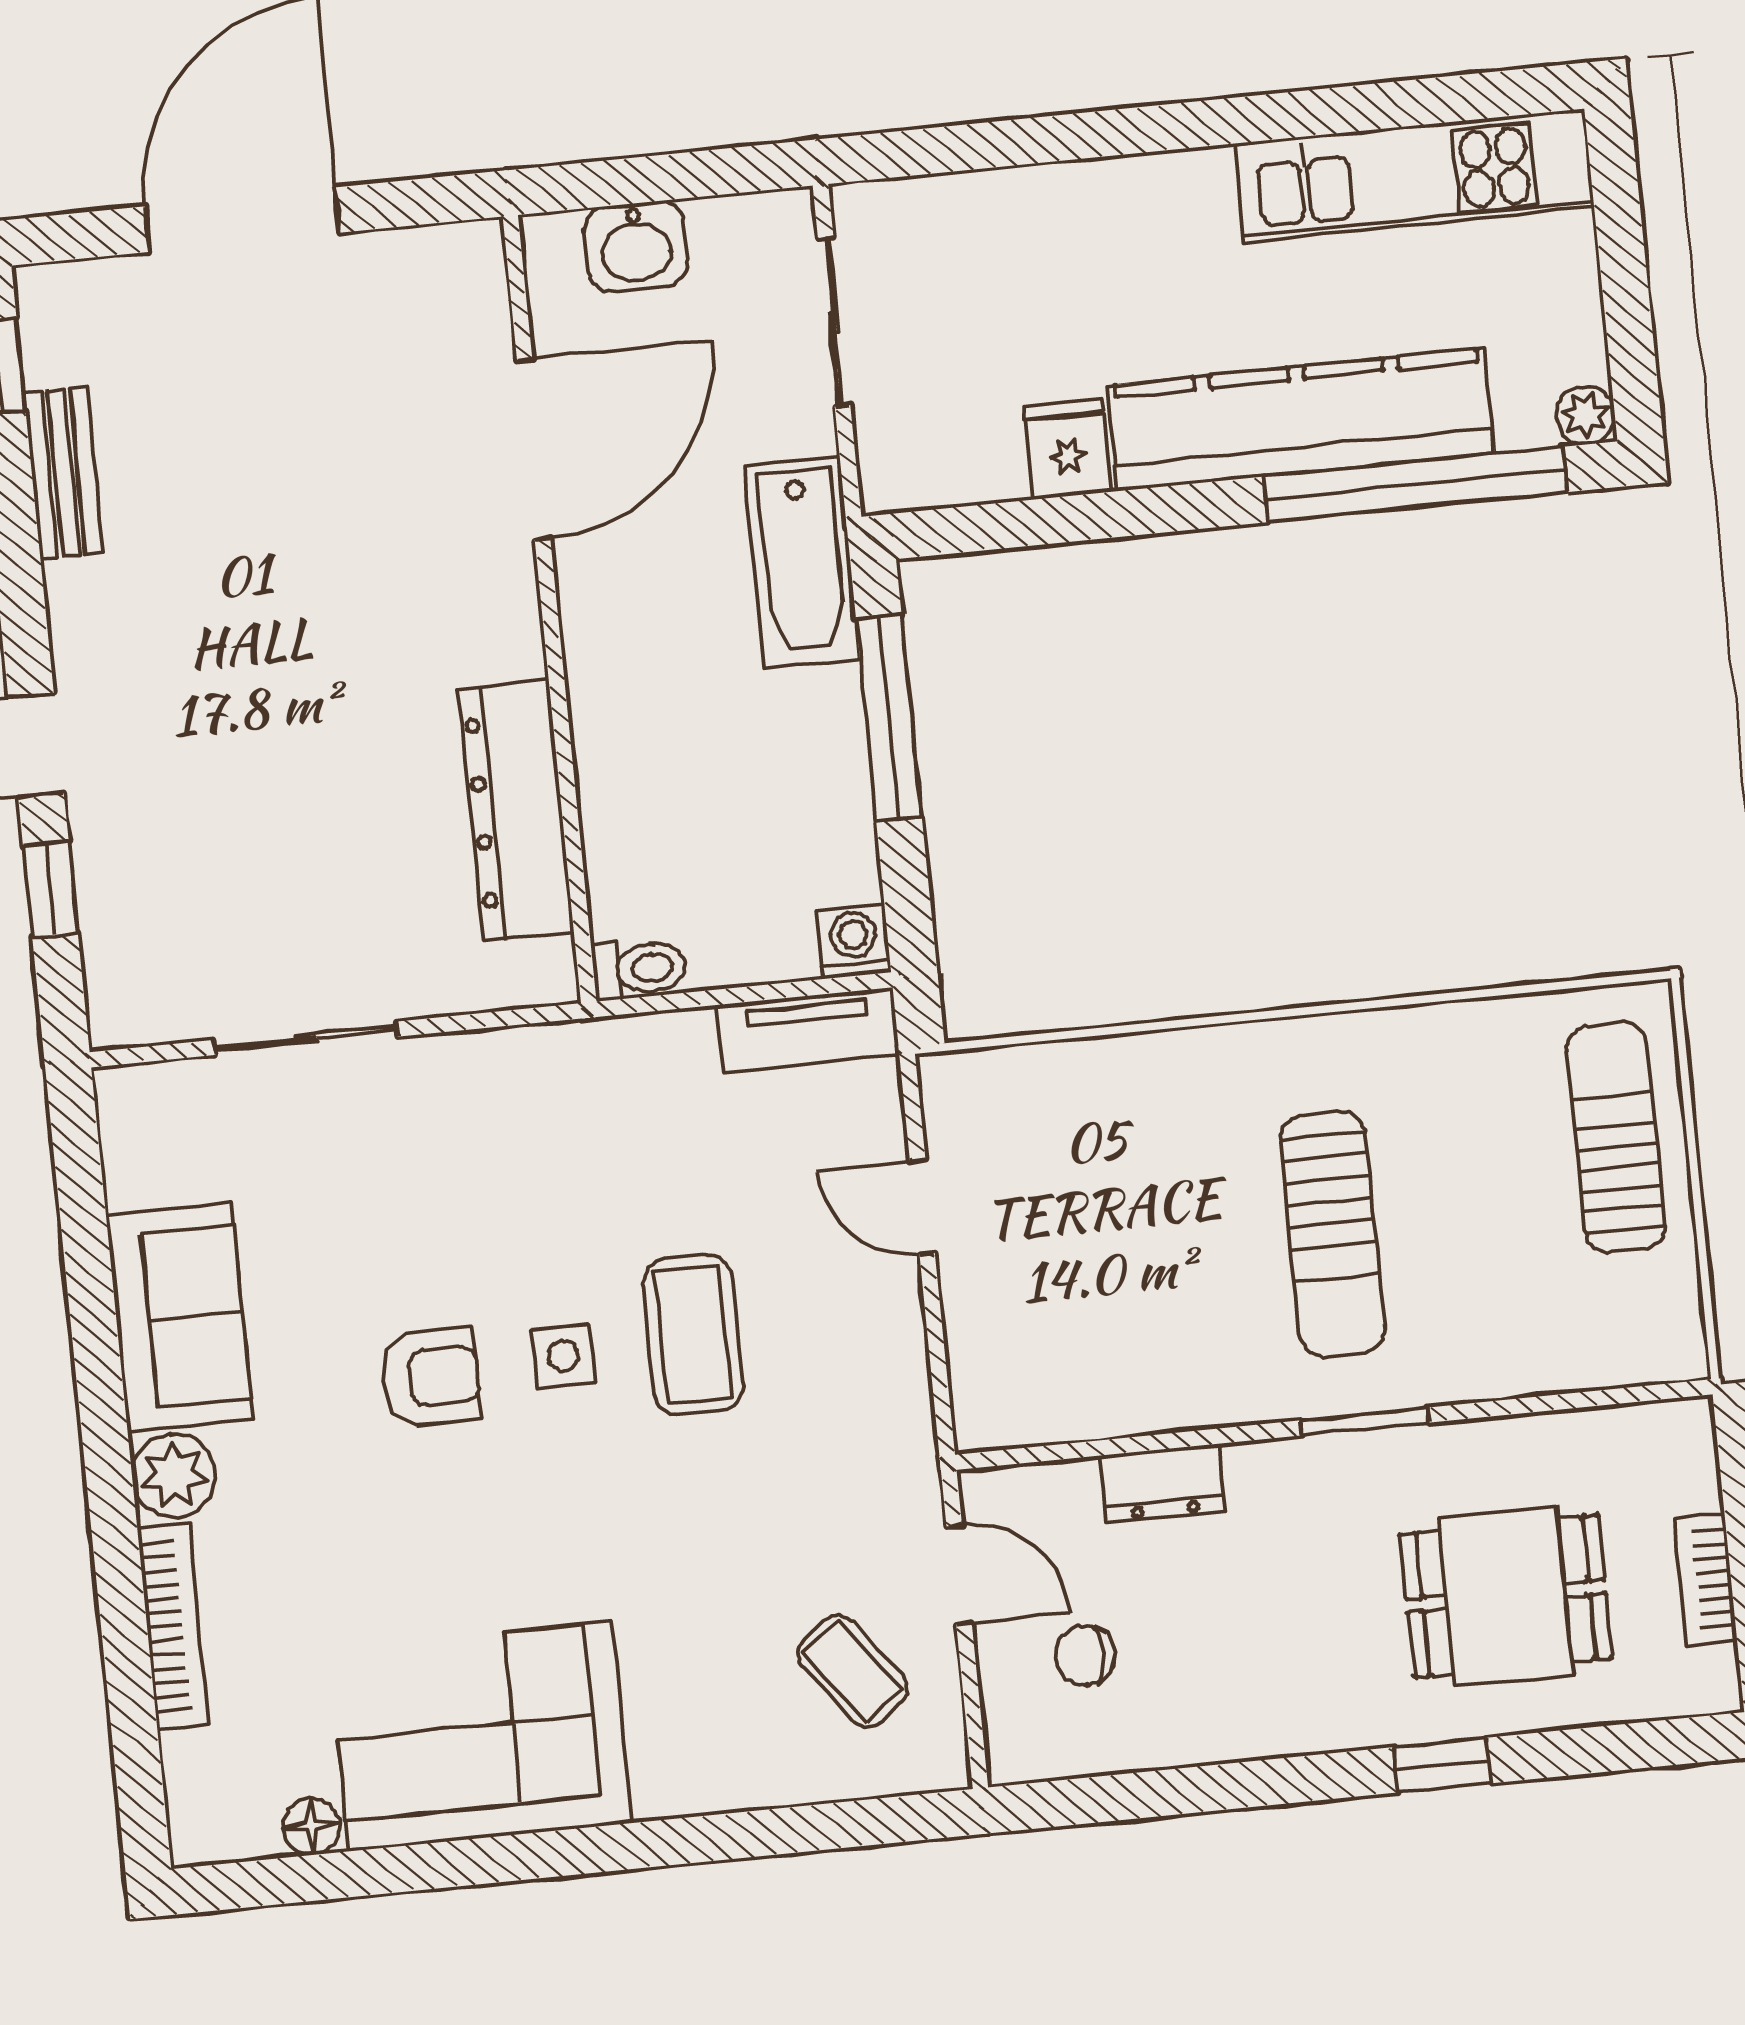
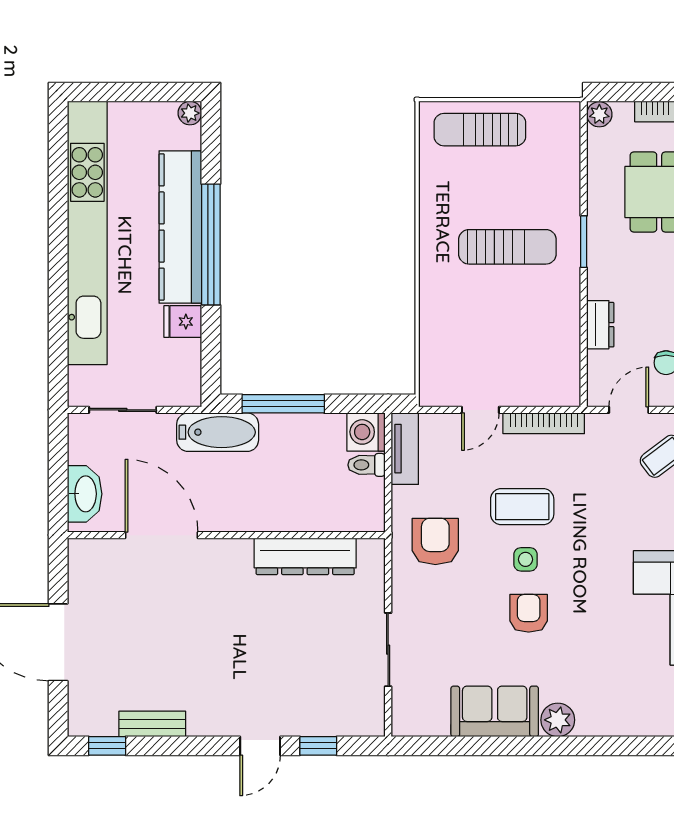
kitchen unit: (1414, 175) -> (87, 233), width x1.86
washbasin: (636, 246) -> (85, 494), width x1.38
window: (1415, 484) -> (211, 244), moved
washing machine: (854, 941) -> (366, 432), width x1.38, depth x1.38
toilet: (639, 969) -> (367, 465), moved, turned -90
armchair: (585, 1128) -> (435, 541), added
plant: (1683, 1429) -> (599, 114), added
bookcase: (173, 1626) -> (544, 423), moved, turned 180

